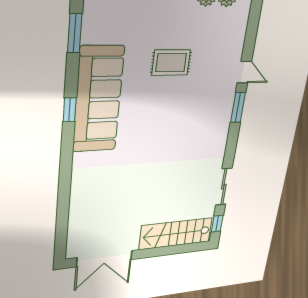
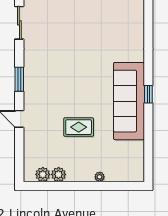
window: (75, 33) -> (148, 148), removed
window: (238, 107) -> (19, 79), moved

